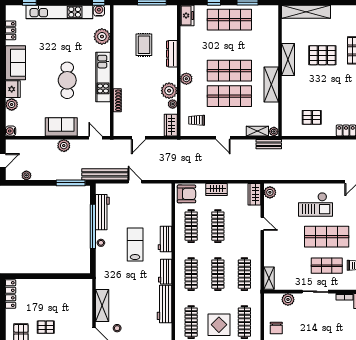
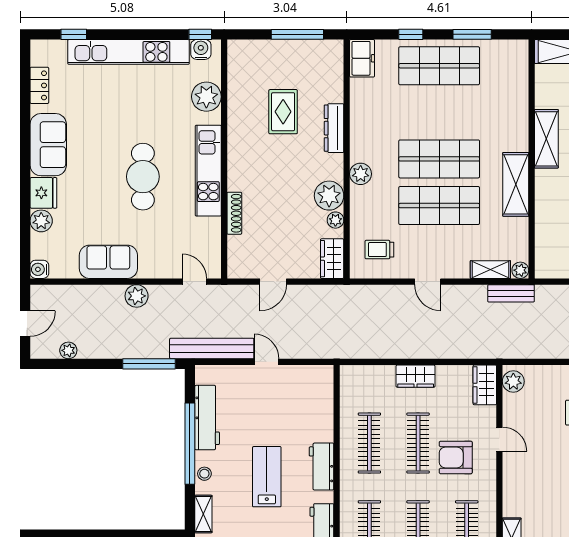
sofa: (61, 127) -> (108, 262), moved
armchair: (186, 194) -> (456, 457), moved, turned 180
shelving: (100, 265) -> (203, 514), added

